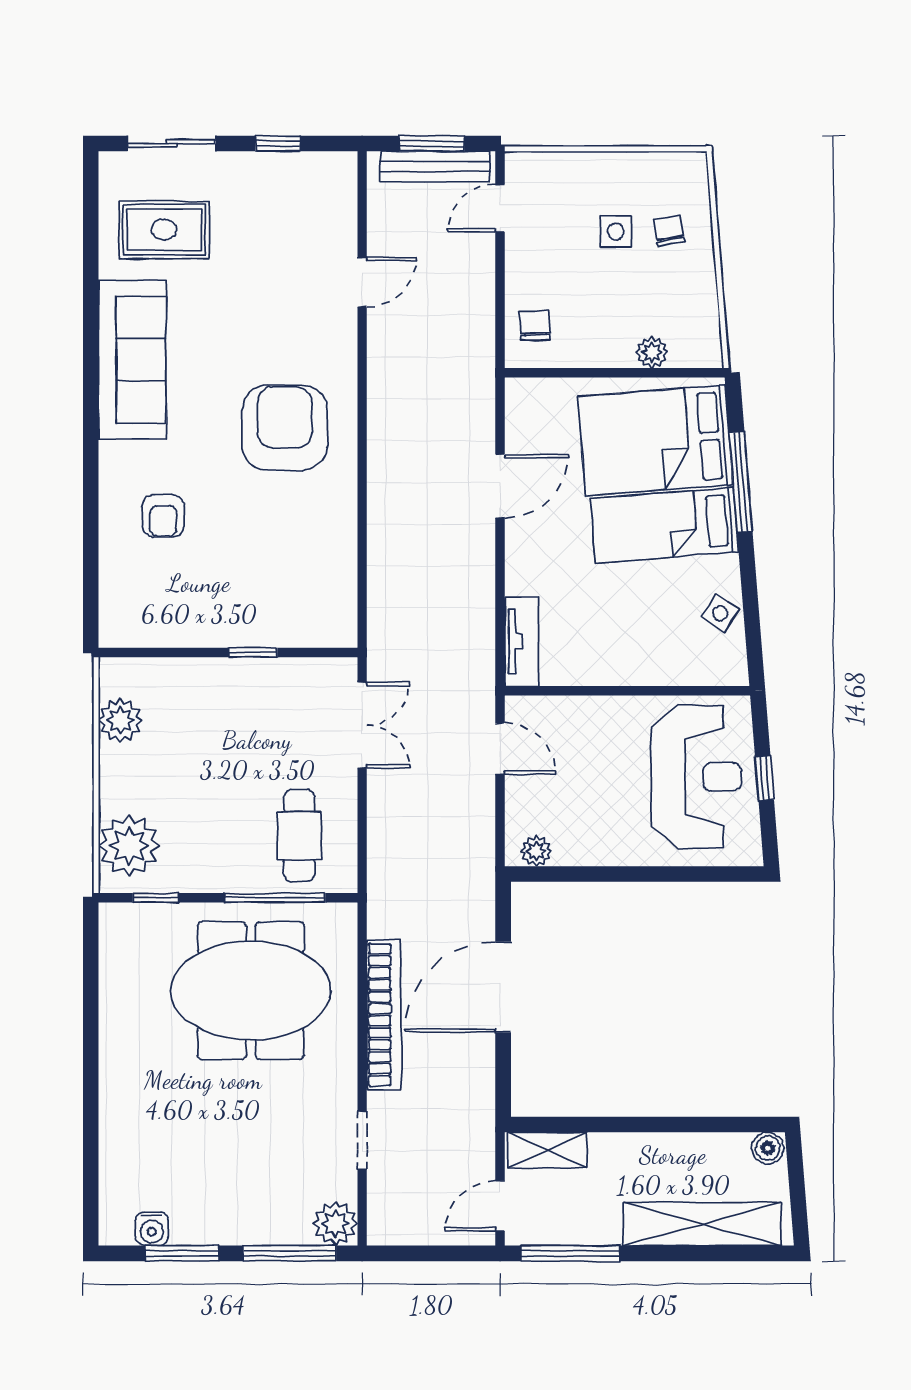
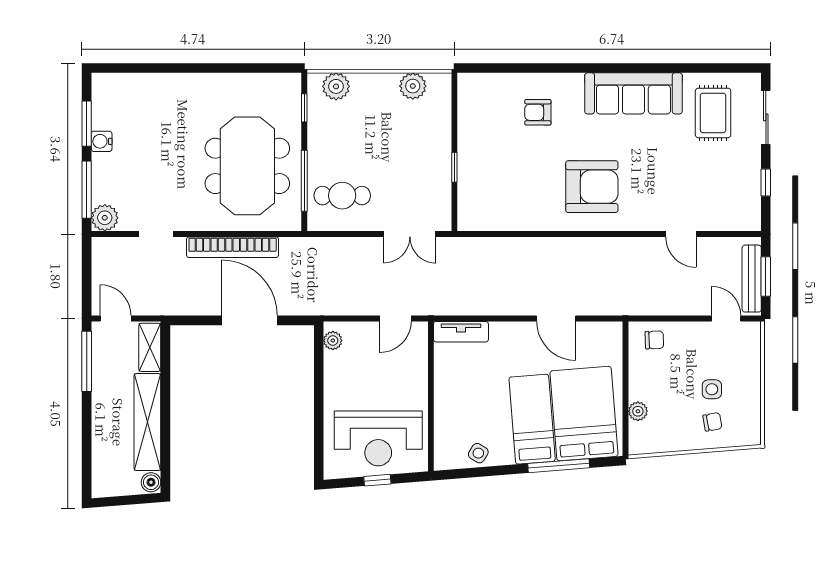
plant: (129, 846) -> (336, 86), width x0.73, depth x0.73
shelving: (702, 1224) -> (147, 422), moved
water cooler: (152, 1229) -> (102, 141), moved

